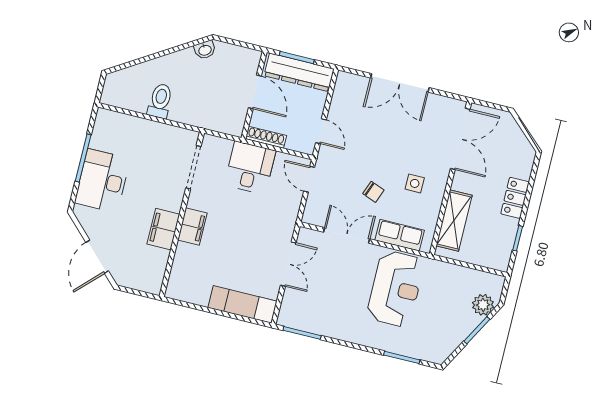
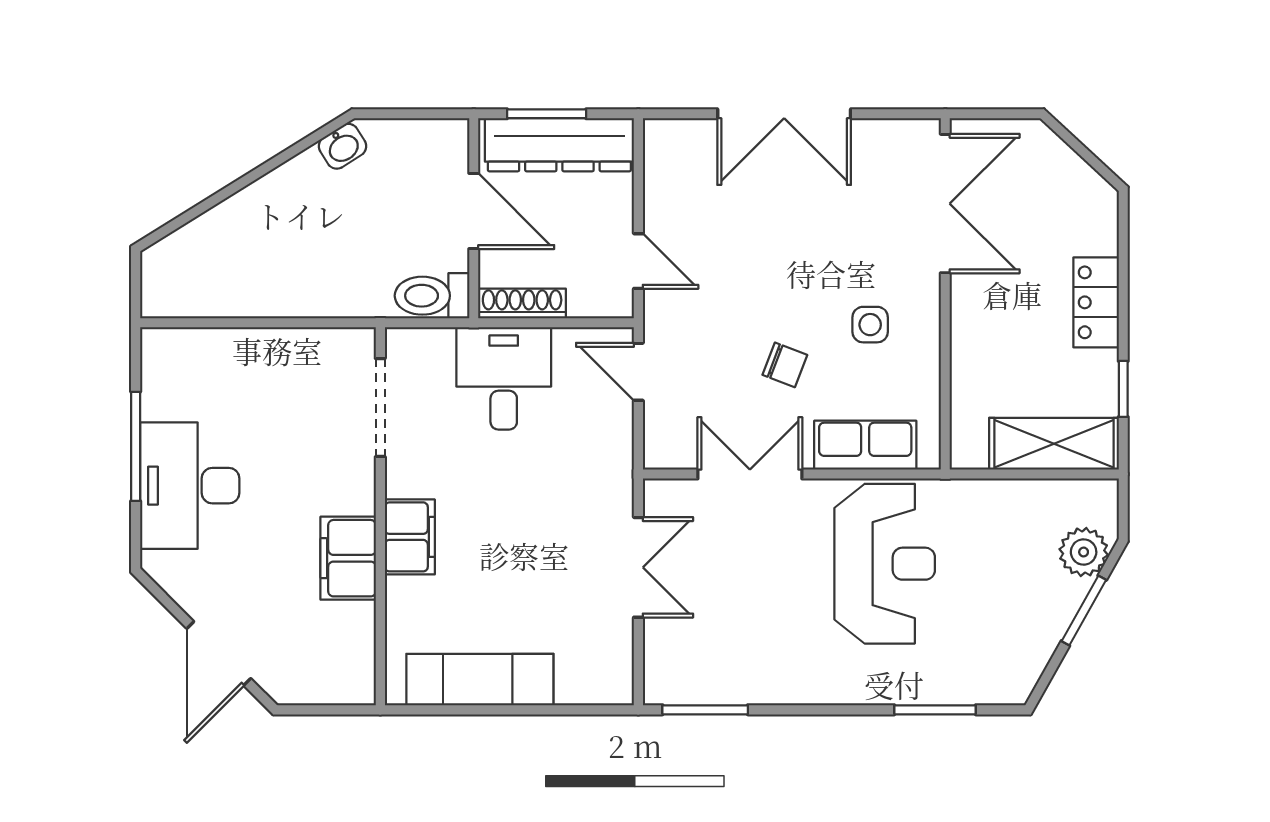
toilet: (160, 101) -> (432, 296), moved, turned -90
shelving: (454, 221) -> (1054, 444), moved, turned 90
exam couch: (242, 304) -> (480, 680), moved

